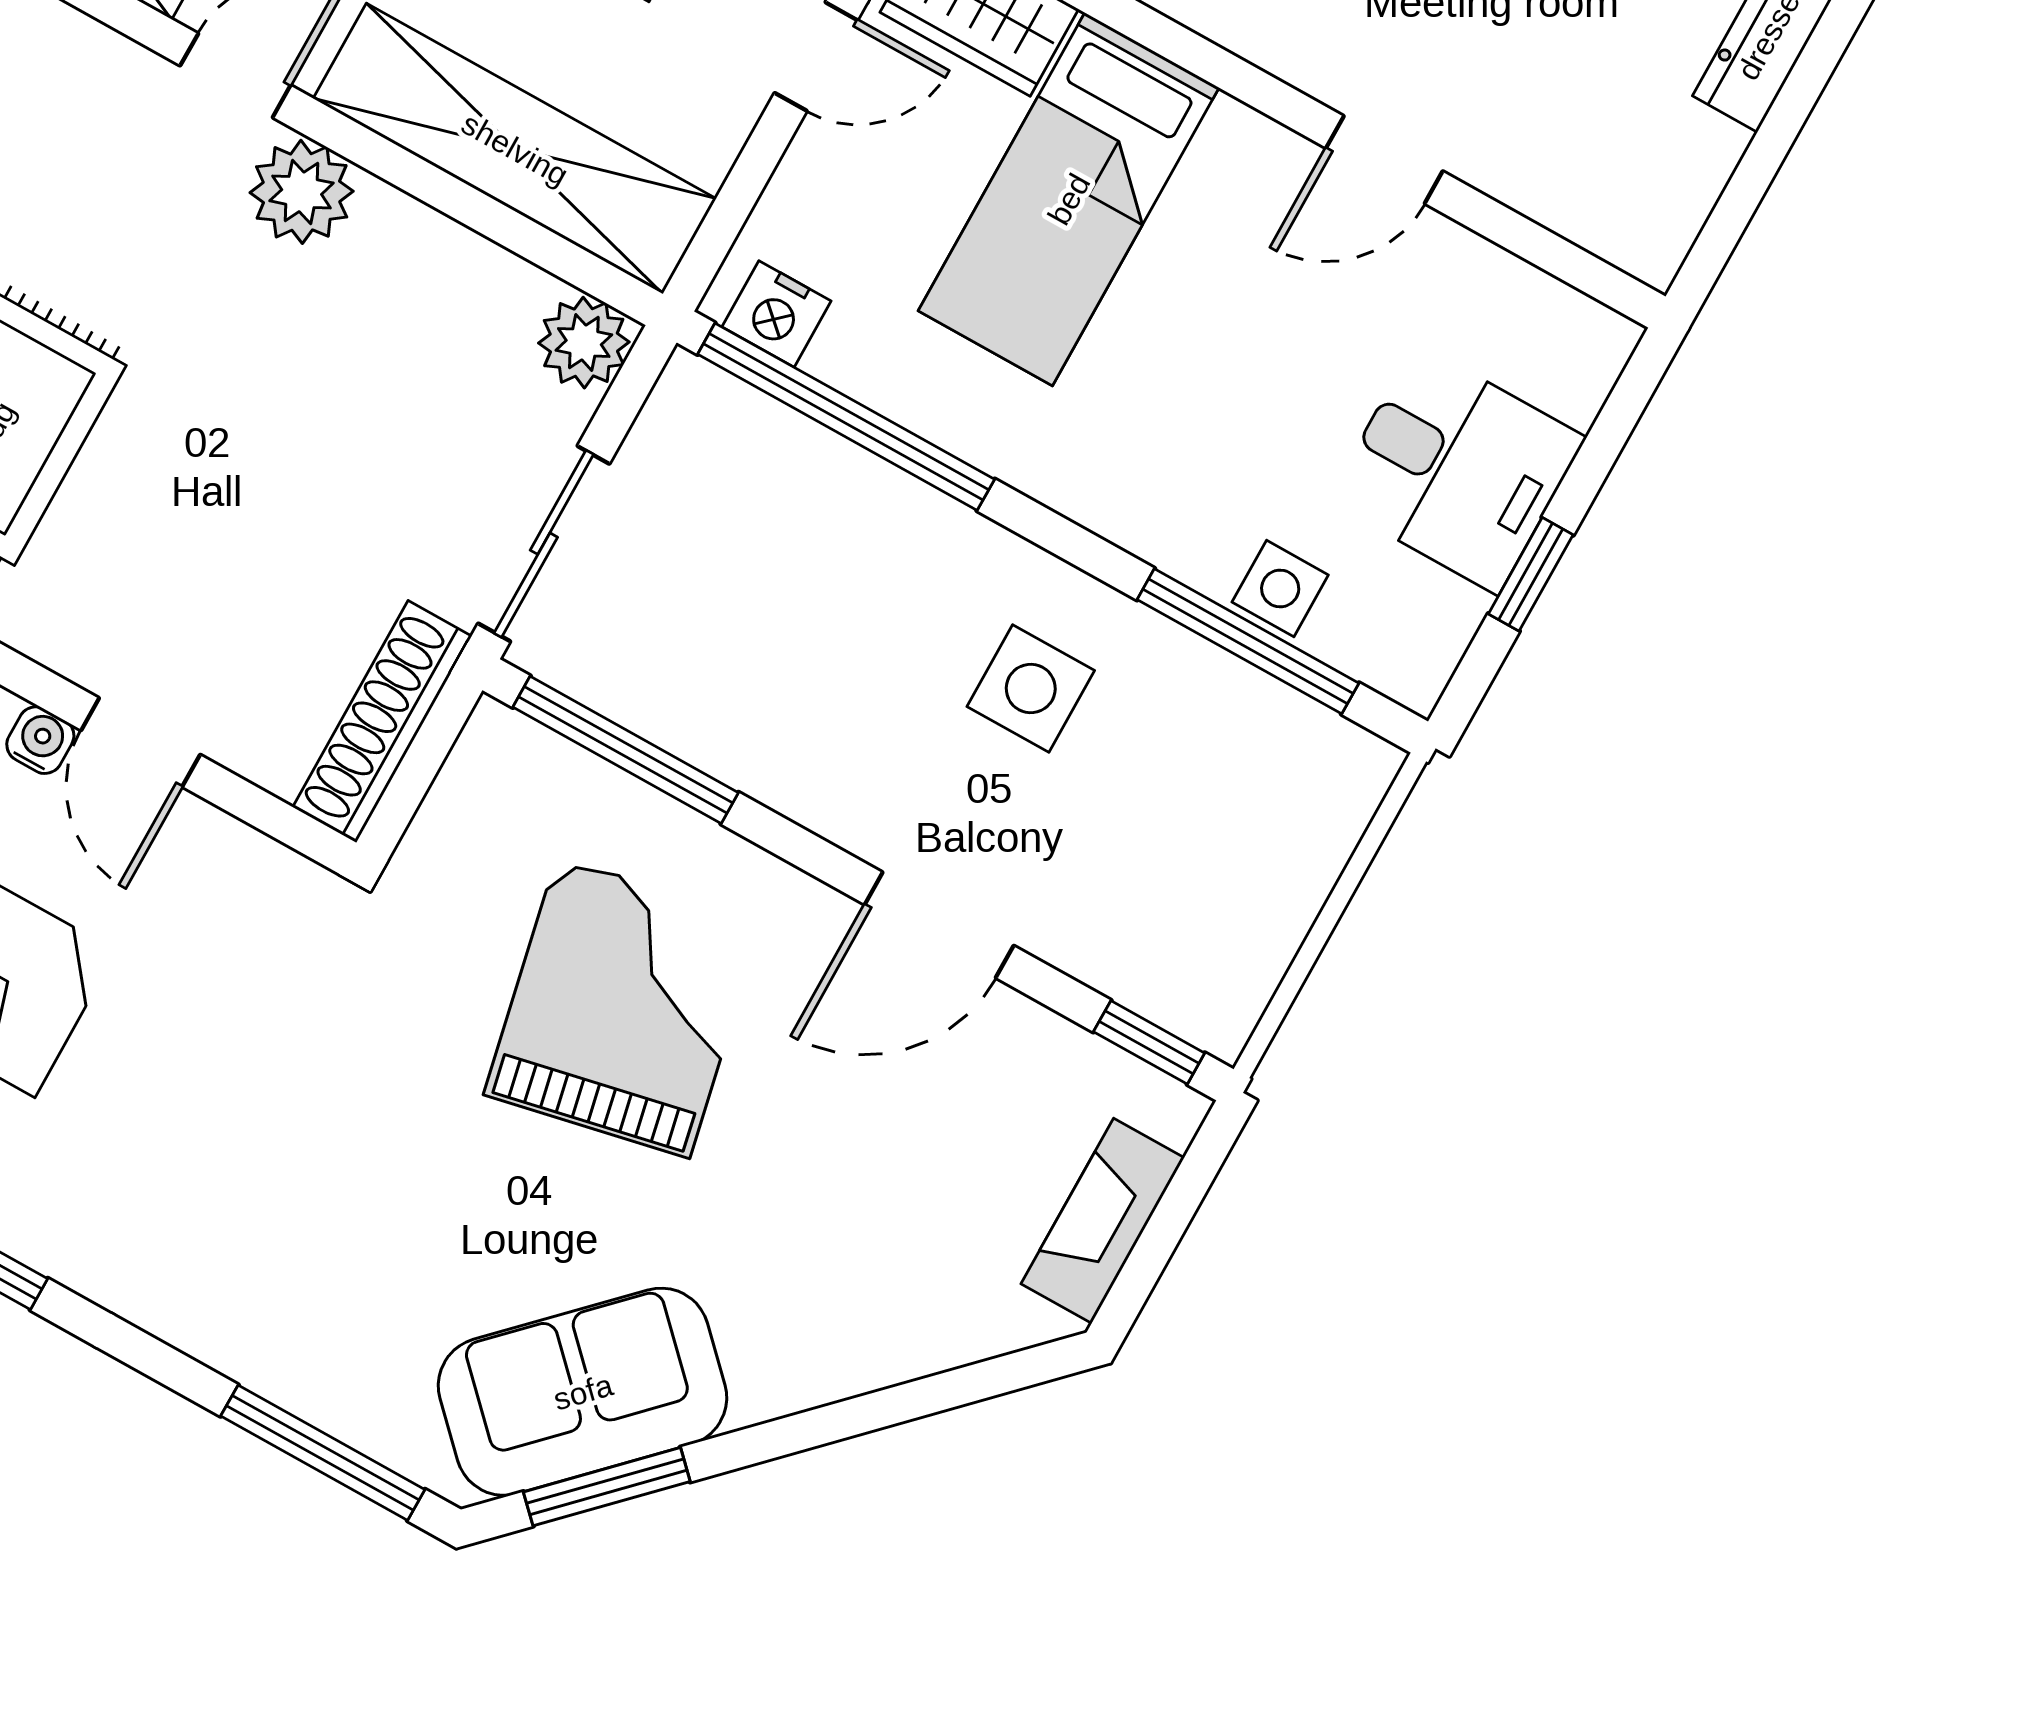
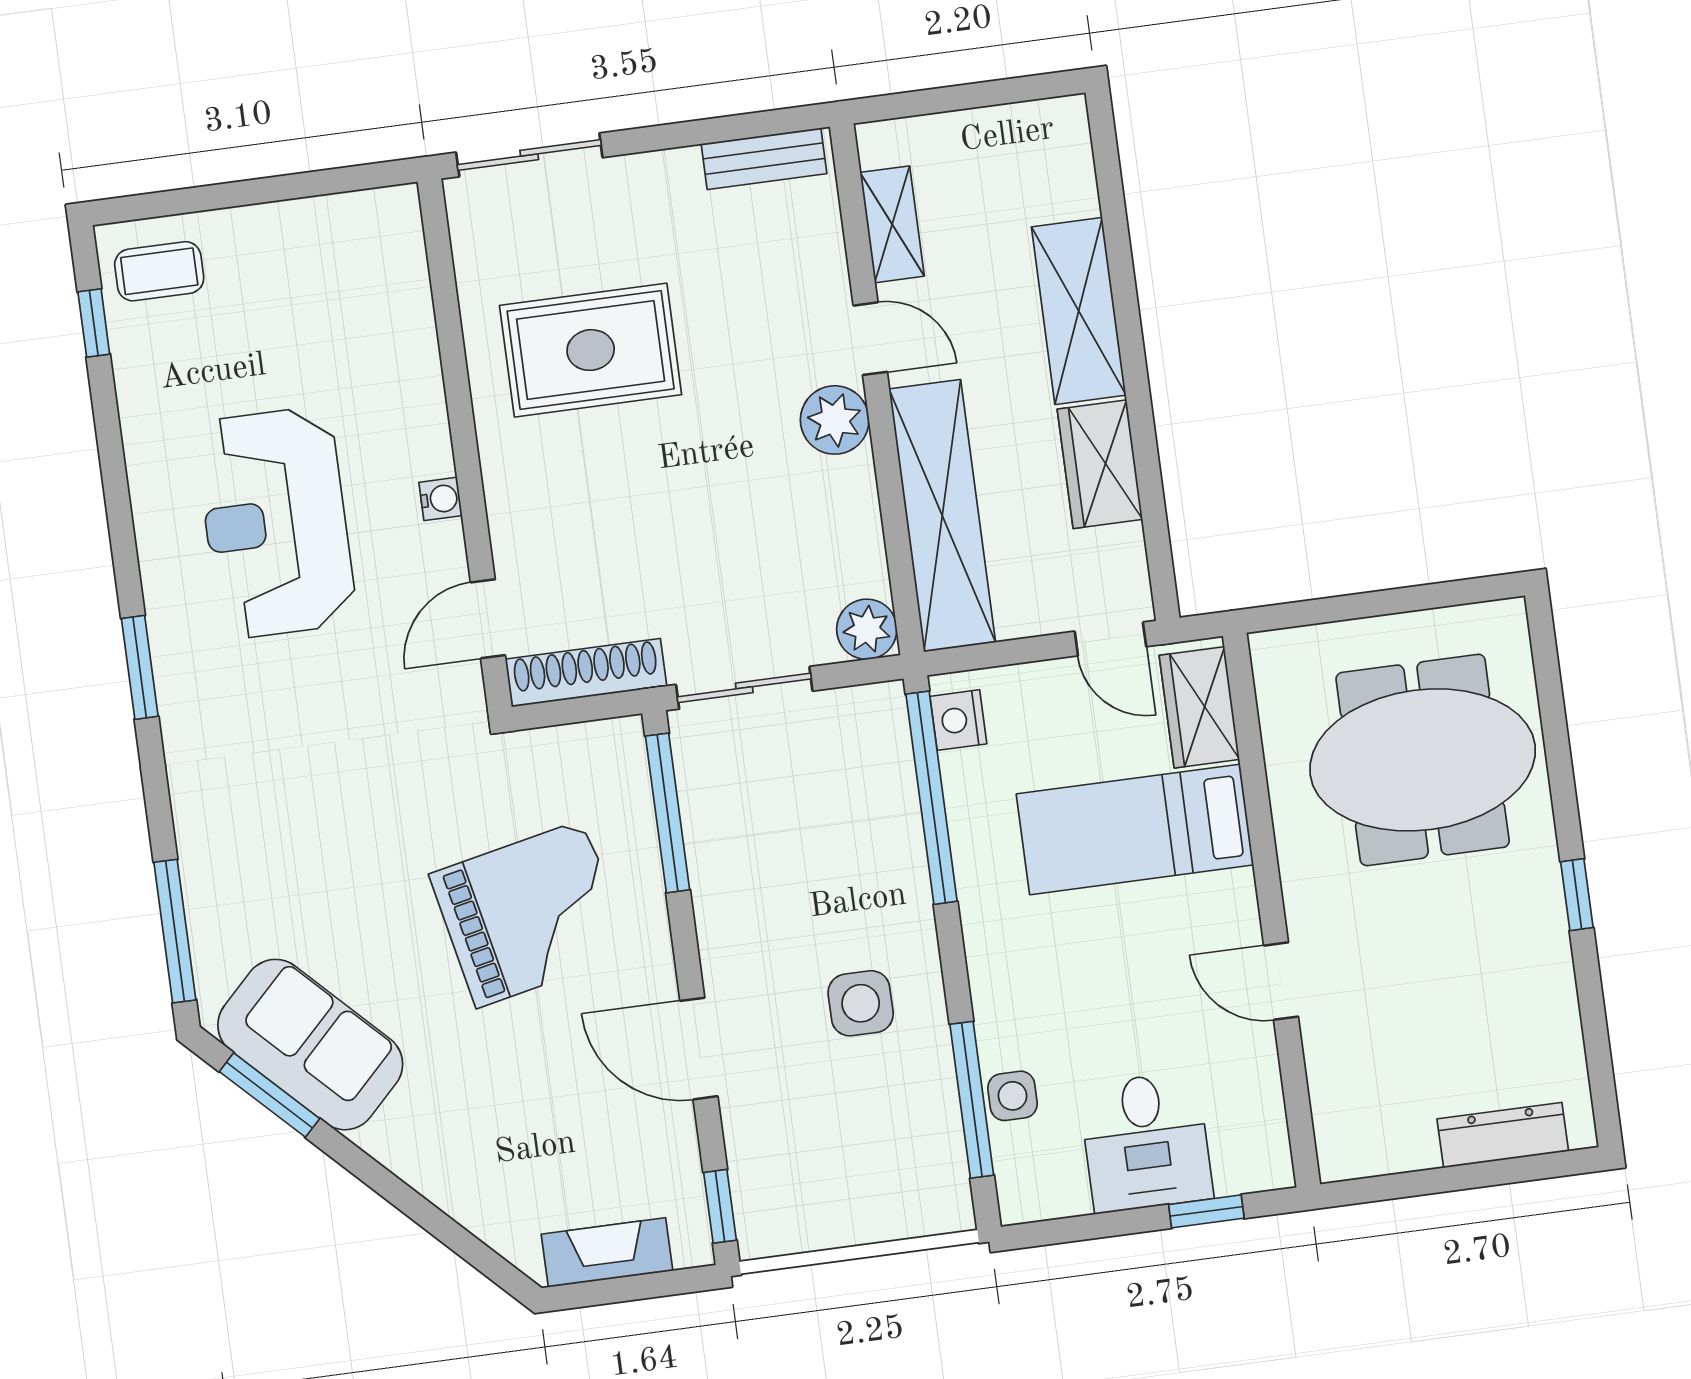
window: (1531, 574) -> (1206, 1211), moved
door: (141, 742) -> (488, 619), moved

